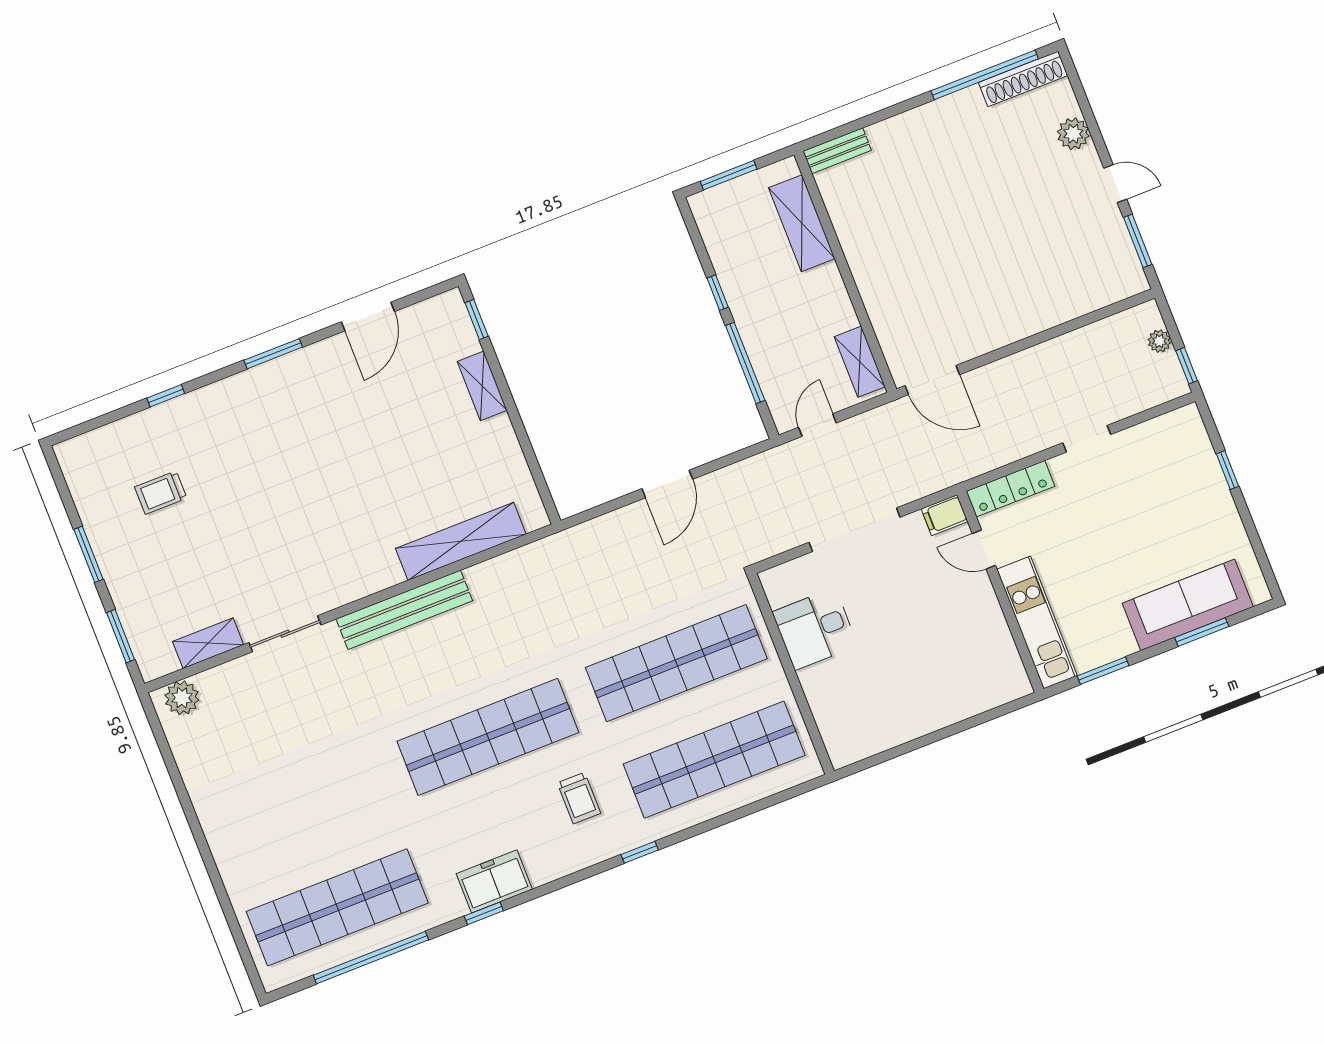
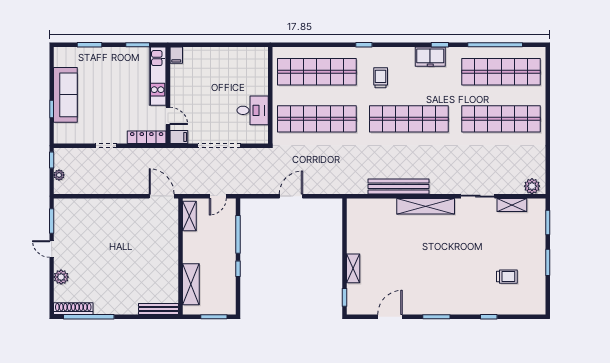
bench: (837, 151) -> (159, 309), width x1.36
shelving: (461, 541) -> (426, 206), moved
sofa: (1188, 605) -> (65, 95), moved, turned -90
bench: (404, 610) -> (398, 187), moved
filing cabinet: (1016, 681) -> (176, 55), added
shop shelf: (299, 811) -> (501, 119), added

